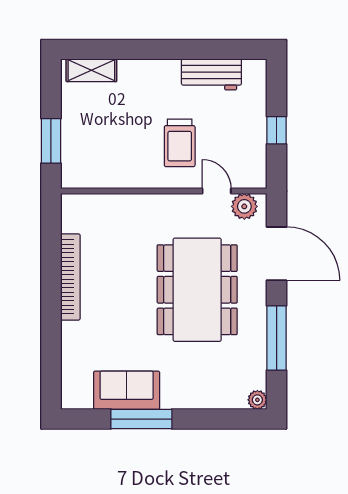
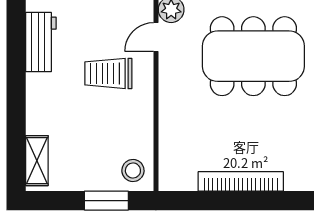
trolley: (180, 143) -> (108, 73), turned 180
stool: (81, 168) -> (133, 170), added

